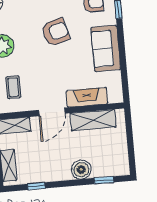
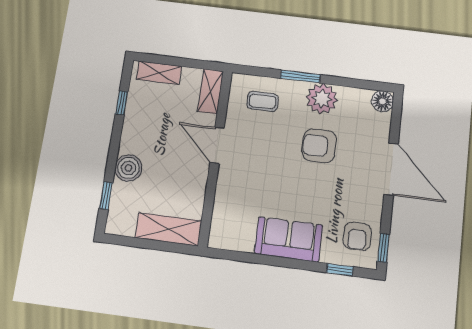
armchair: (55, 32) -> (319, 146), moved, turned 106
fireplace: (87, 97) -> (226, 198), removed
shelving: (93, 120) -> (168, 229), moved, turned 90

